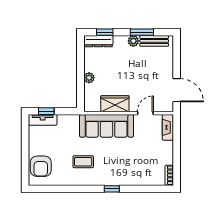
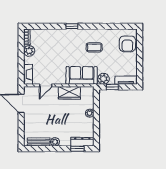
window: (142, 32) -> (48, 149), removed
window: (46, 111) -> (112, 87), moved
plant: (71, 122) -> (103, 79), added
sofa: (106, 126) -> (82, 75), width x0.73
plant: (166, 157) -> (29, 51), added
armchair: (41, 166) -> (127, 44), turned 180

